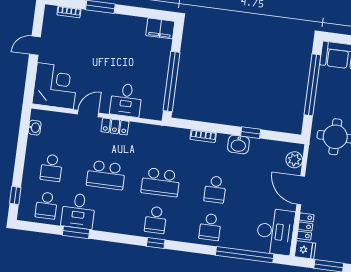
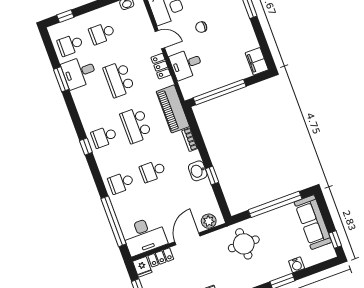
chair: (97, 66) -> (201, 27), added
piano: (164, 137) -> (173, 109), added

